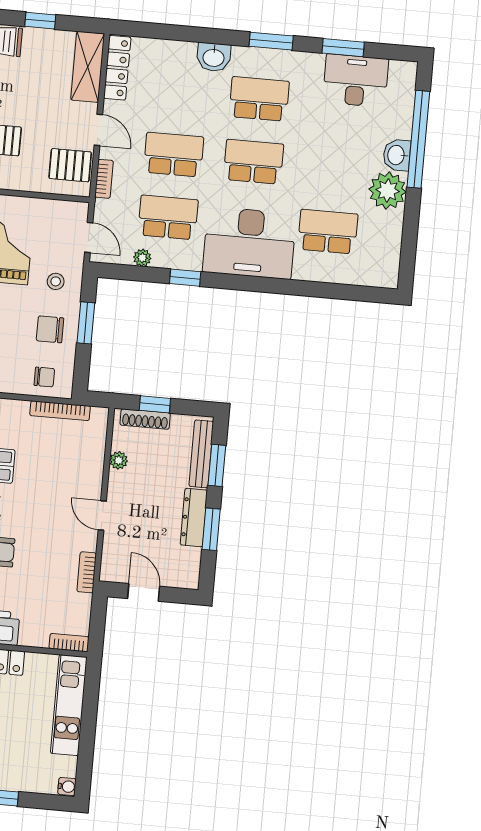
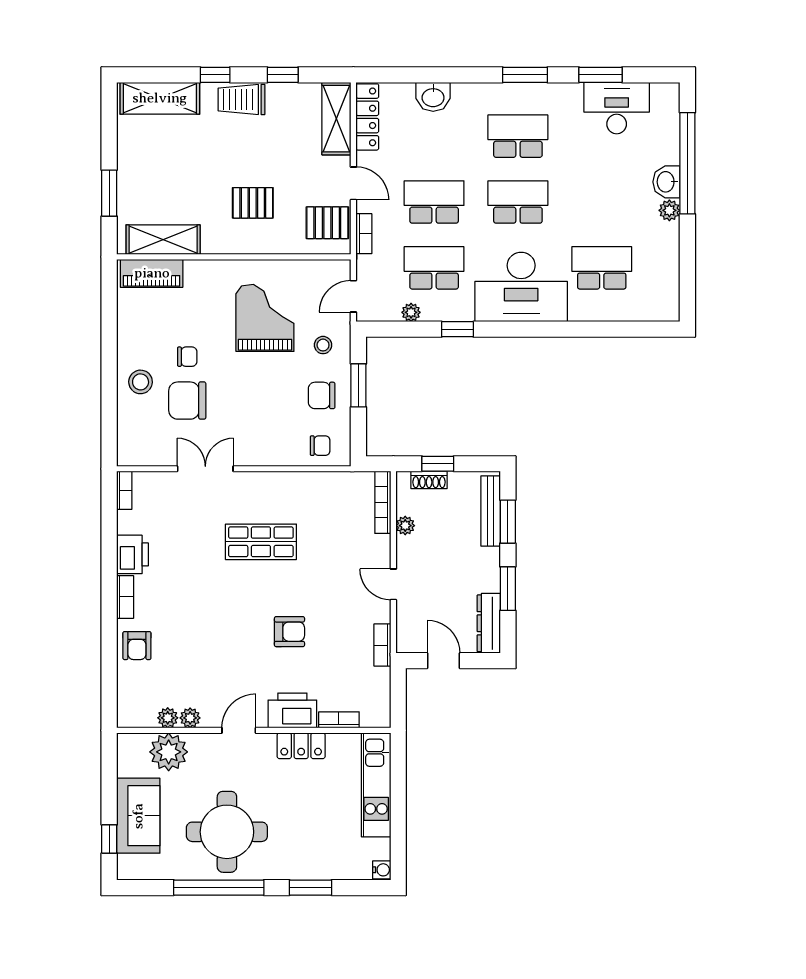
washbasin: (214, 57) -> (433, 97), moved
plant: (388, 191) -> (669, 210), width x0.53, depth x0.53
door: (89, 238) -> (353, 296), swing flipped
bookcase: (60, 411) -> (383, 502), moved, turned 90
shoe rack: (145, 419) -> (429, 480), width x0.70
dresser: (194, 518) -> (489, 623), moved
bookcase: (69, 643) -> (339, 720), moved

